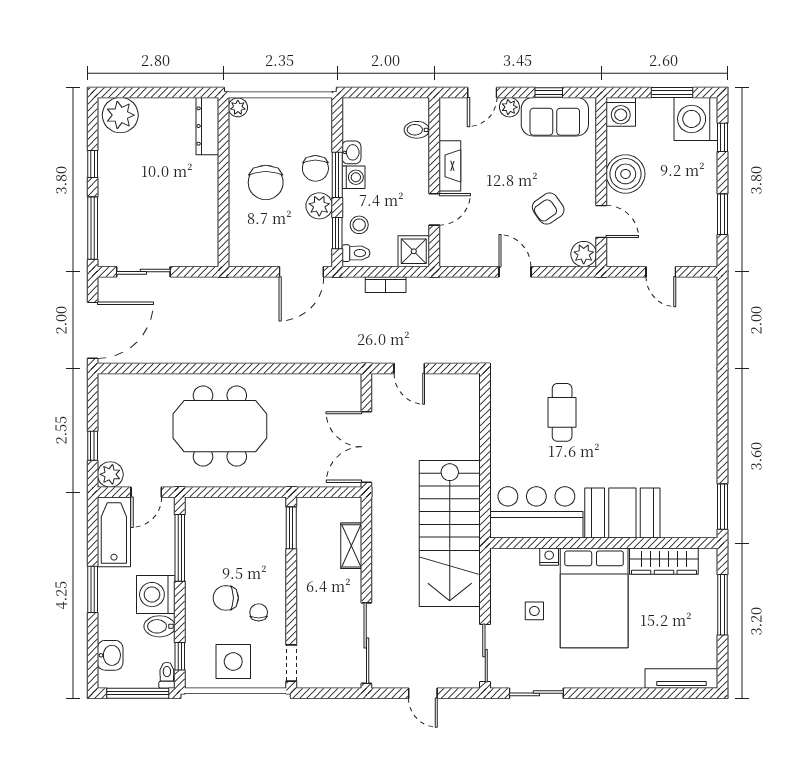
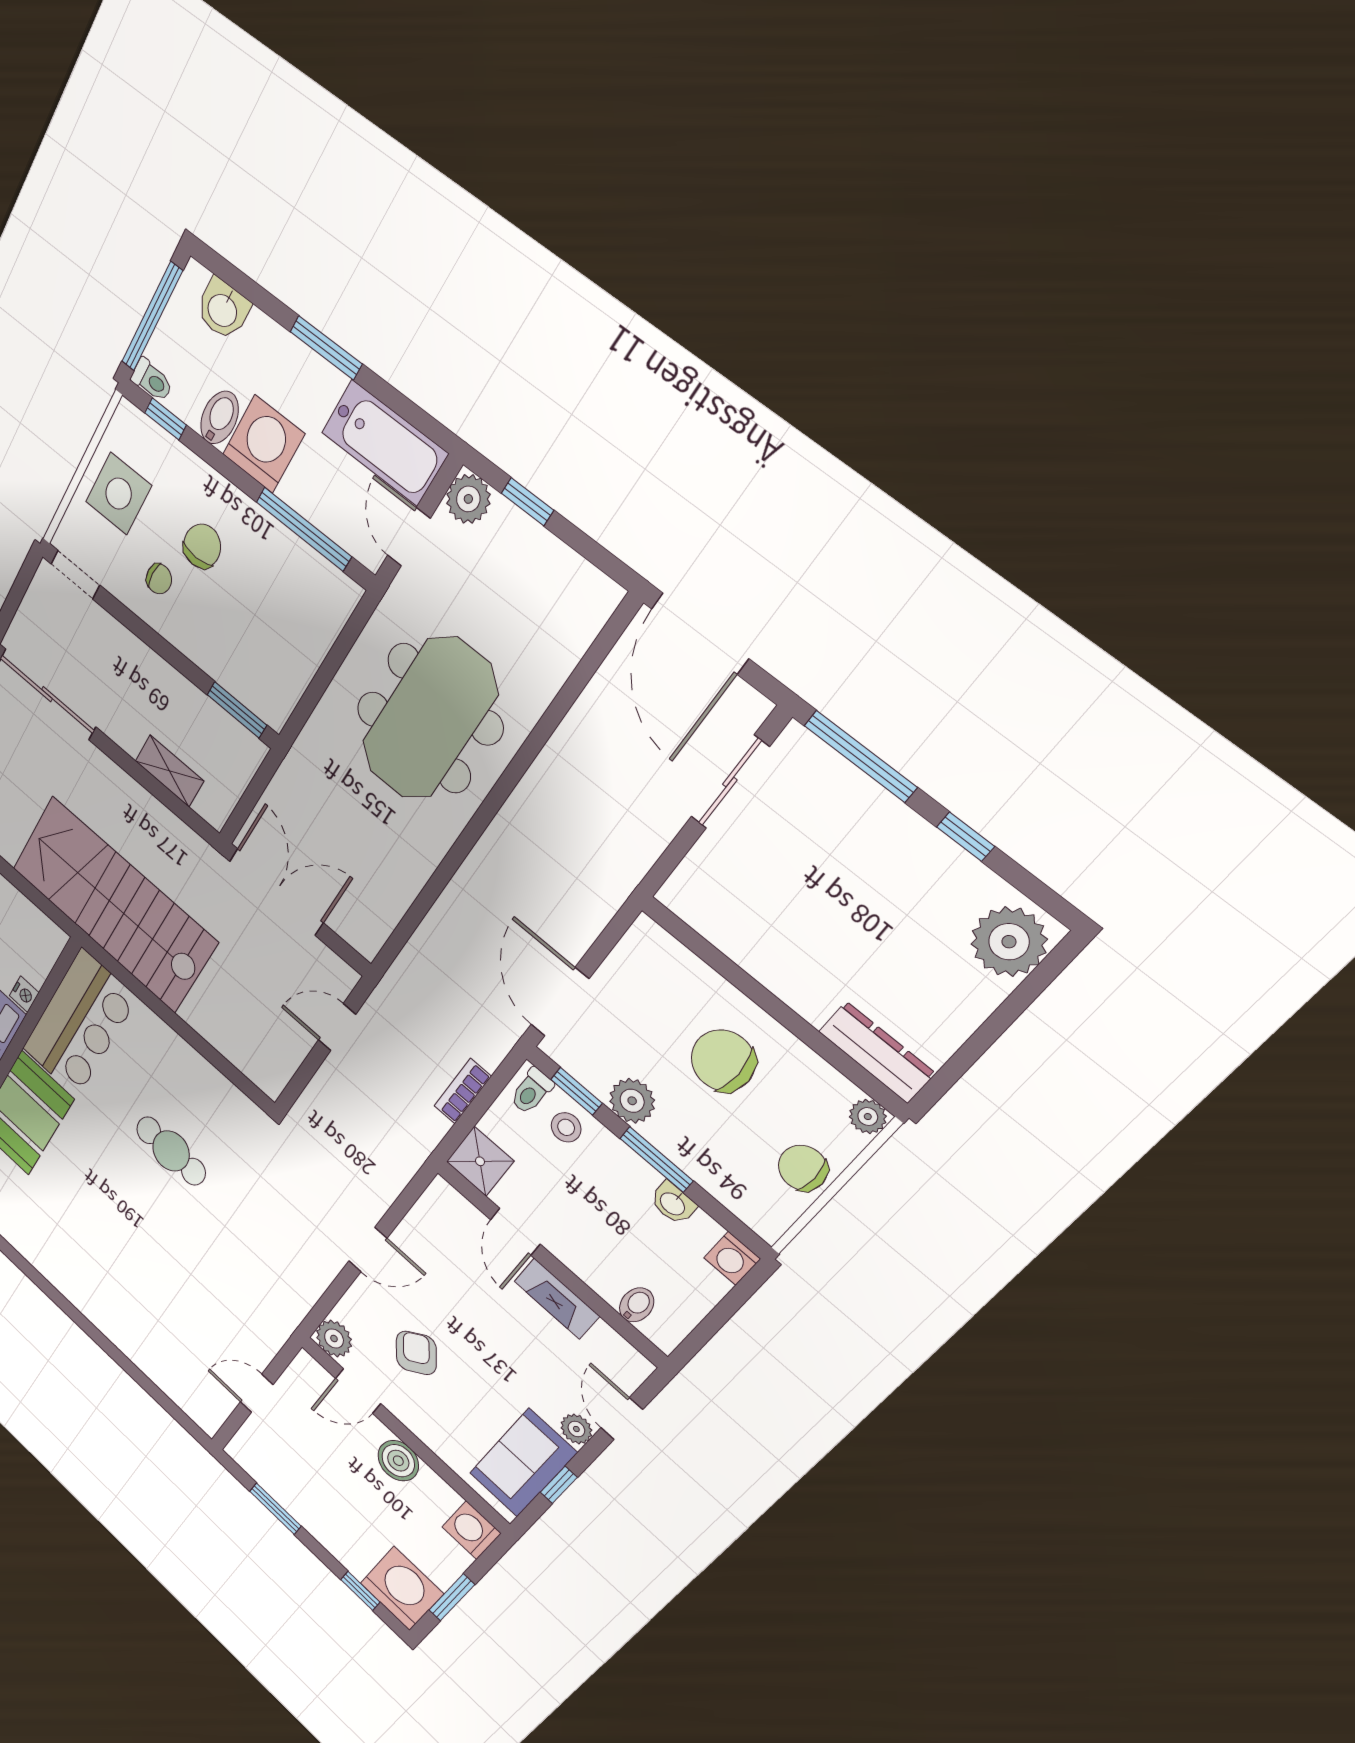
chair: (315, 168) -> (803, 1168), moved
boiler: (626, 174) -> (398, 1461), width x0.73, depth x0.73
washing machine: (354, 177) -> (732, 1258), moved

